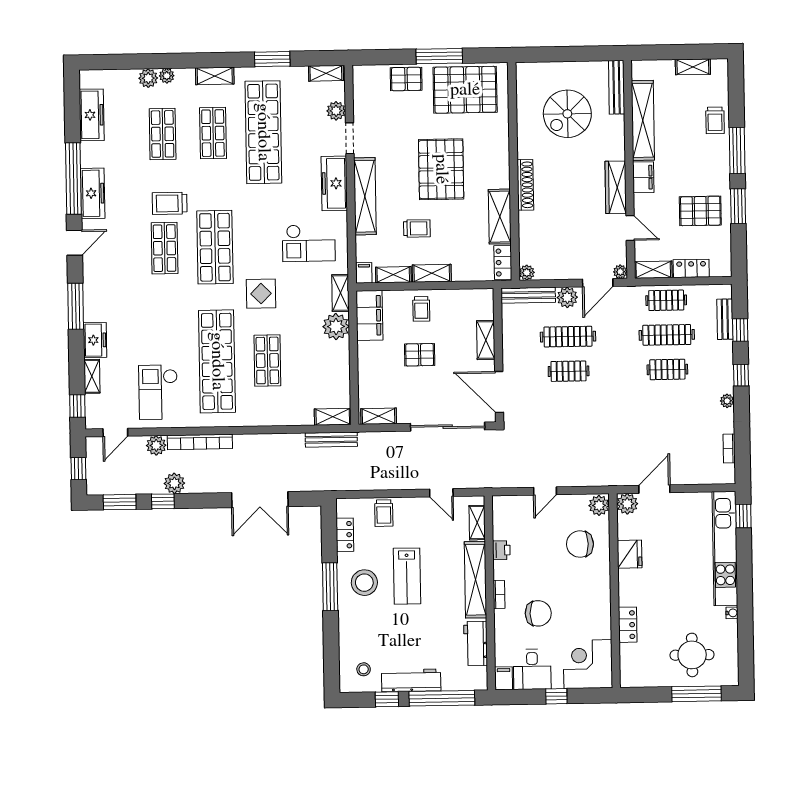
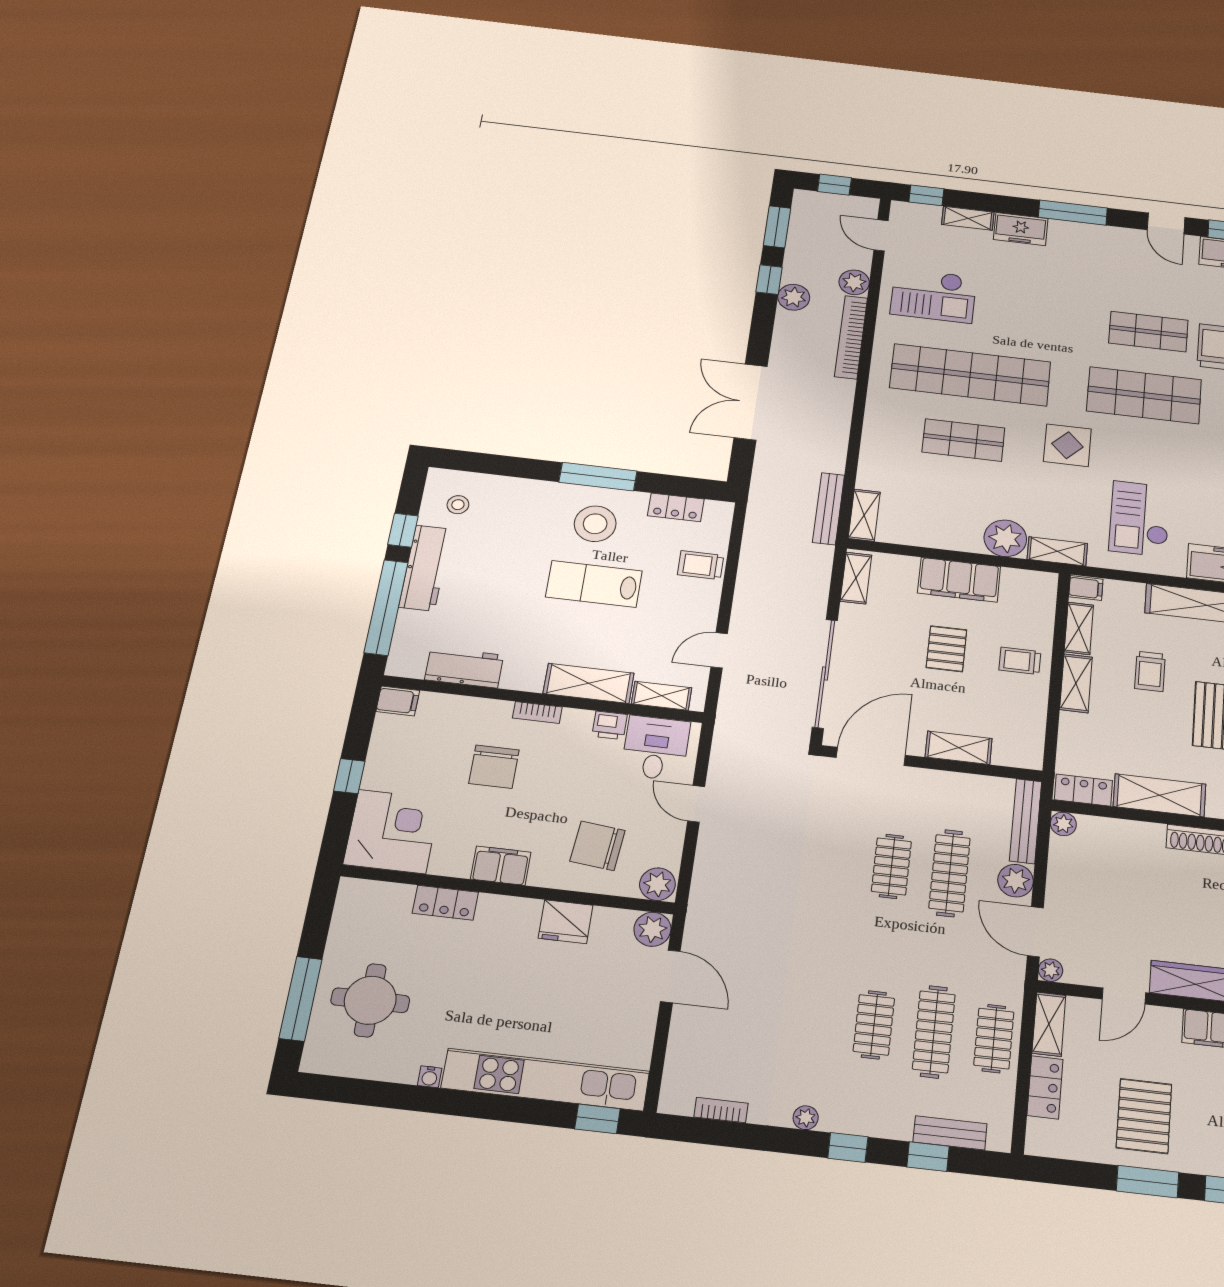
filing cabinet: (369, 315) -> (959, 580), moved
checkout: (158, 392) -> (933, 295), turned 180
chair: (580, 544) -> (597, 846), turned -84
shelving: (475, 580) -> (589, 683), width x0.68
filing cabinet: (600, 598) -> (501, 866), added
desk: (532, 669) -> (656, 748), moved, turned 90

